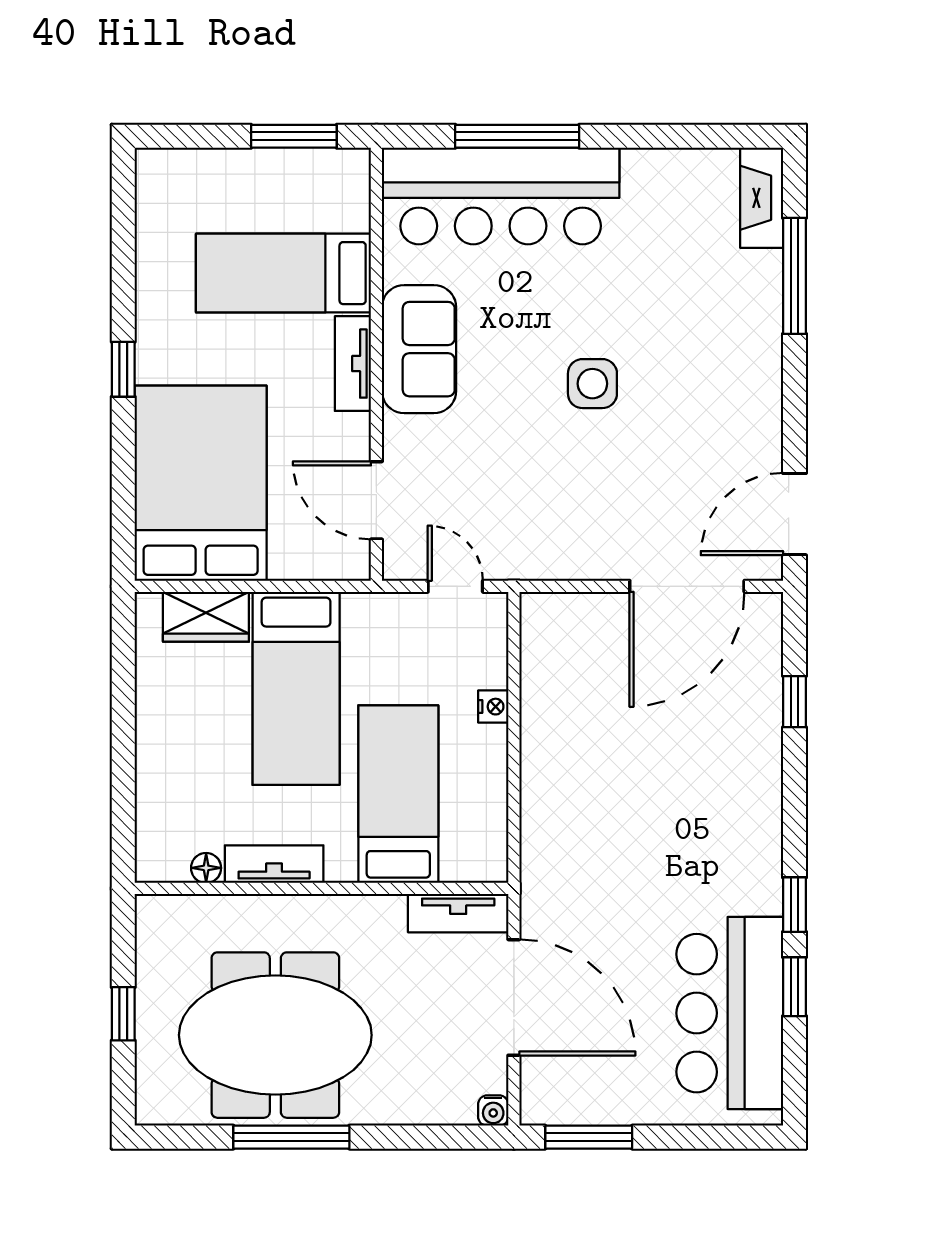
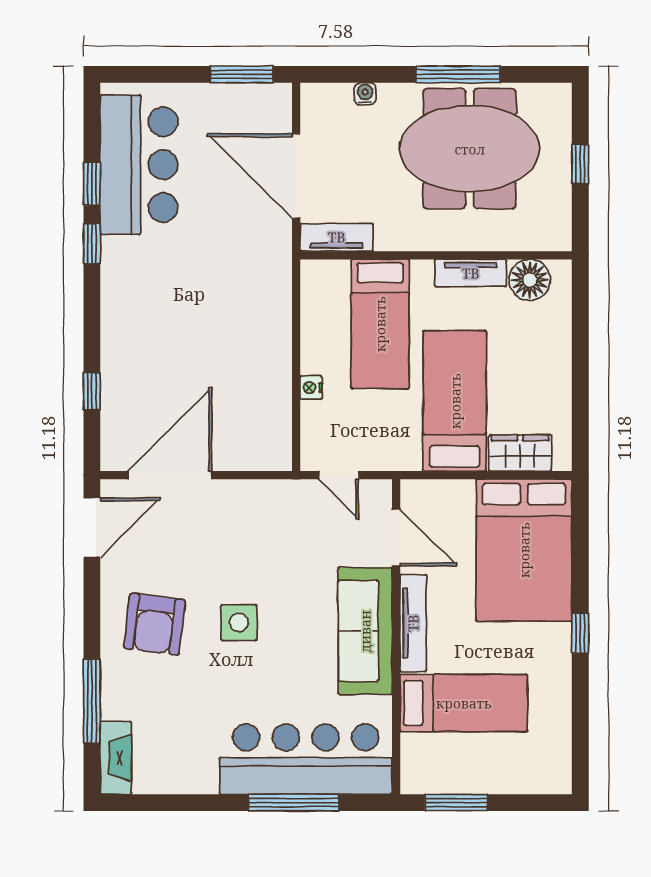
sofa: (419, 349) -> (365, 631), width x1.36
tv unit: (353, 364) -> (413, 623), width x1.41
armchair: (709, 382) -> (154, 624), added
floor lamp: (206, 868) -> (530, 280), width x1.89, depth x1.89
water cooler: (493, 1111) -> (365, 94), moved

